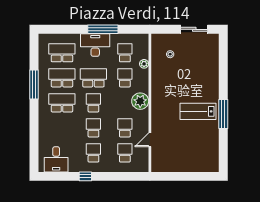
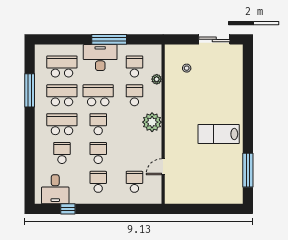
window: (34, 85) -> (30, 90), moved
window: (223, 114) -> (248, 170), moved
school desk: (125, 128) -> (62, 153), moved
window: (85, 176) -> (68, 209), moved

